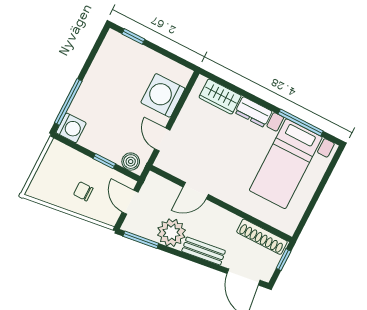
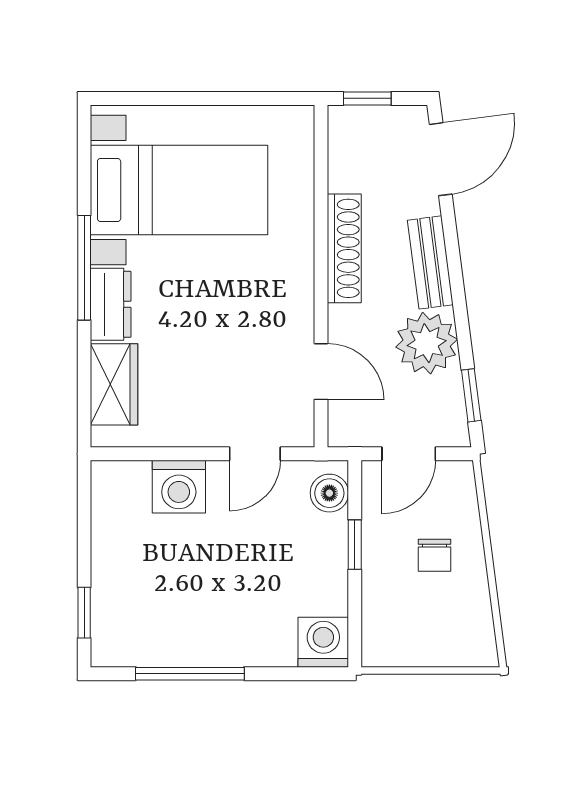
washing machine: (163, 95) -> (179, 487), width x0.73, depth x0.73
window: (68, 102) -> (190, 674), moved
window: (301, 122) -> (84, 268), moved
door: (196, 191) -> (321, 372), moved
shoe rack: (262, 237) -> (344, 248), moved
window: (141, 240) -> (471, 395), width x0.67

